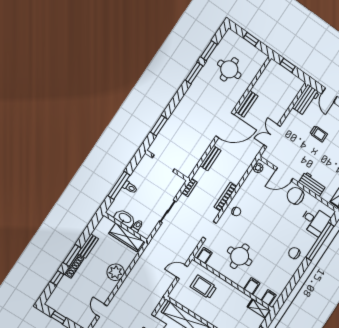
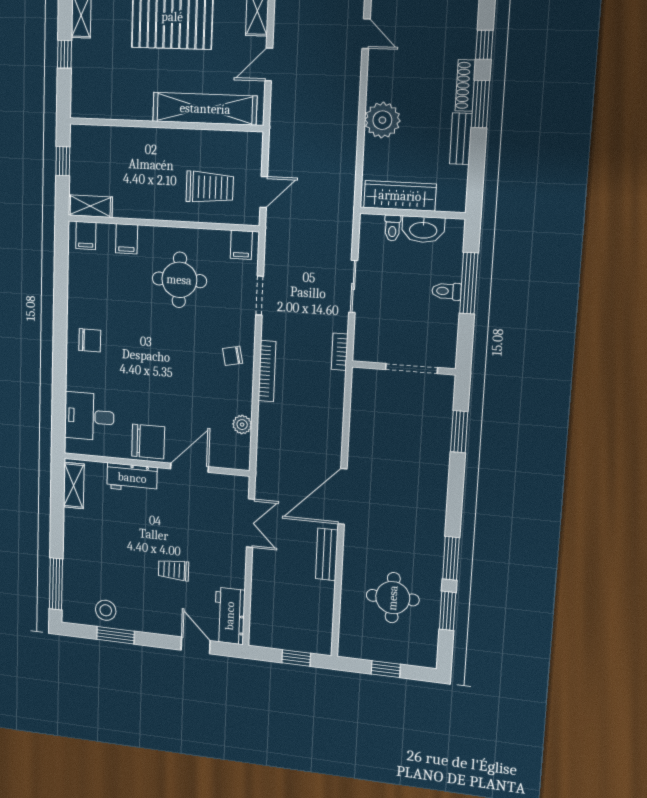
bench: (210, 158) -> (334, 425), removed
plant: (258, 168) -> (242, 425), moved
window: (320, 242) -> (59, 386), removed

